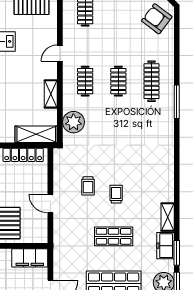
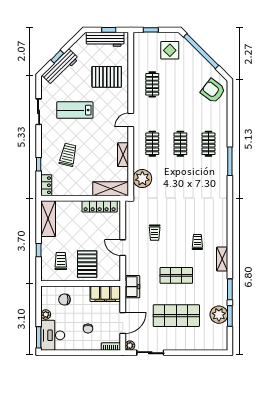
clothes rail: (151, 81) -> (208, 144), width x0.73
trolley: (116, 194) -> (197, 242), moved
freezer: (165, 246) -> (132, 287), moved, turned 180

